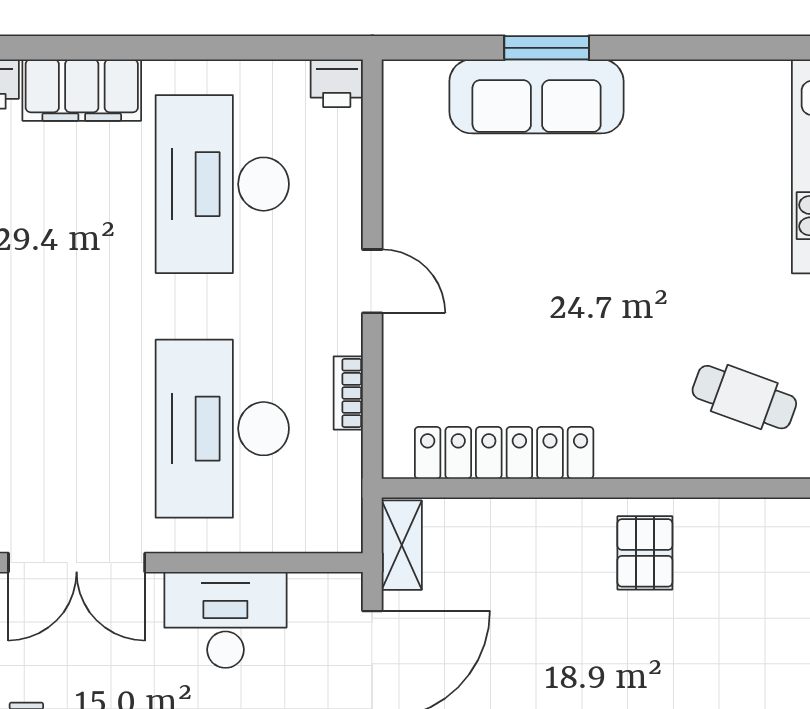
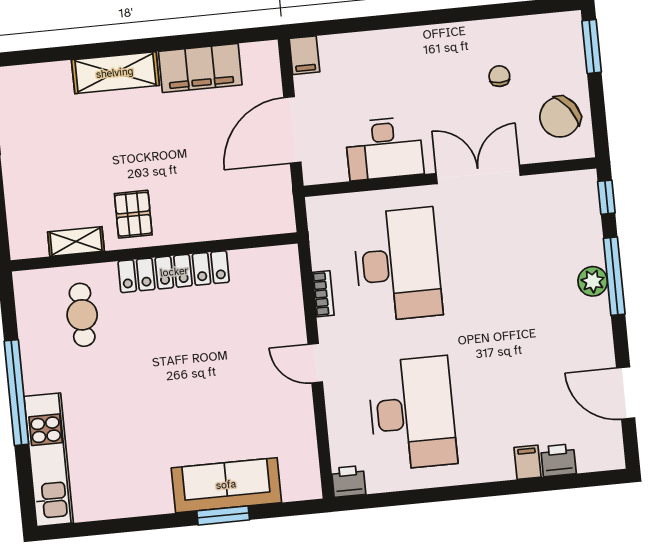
filing cabinet: (82, 90) -> (528, 462), width x0.33, depth x0.86
cafe table: (744, 397) -> (82, 315), turned 70
locker: (504, 453) -> (174, 272), moved
shelving: (402, 545) -> (76, 241), moved, turned 90

